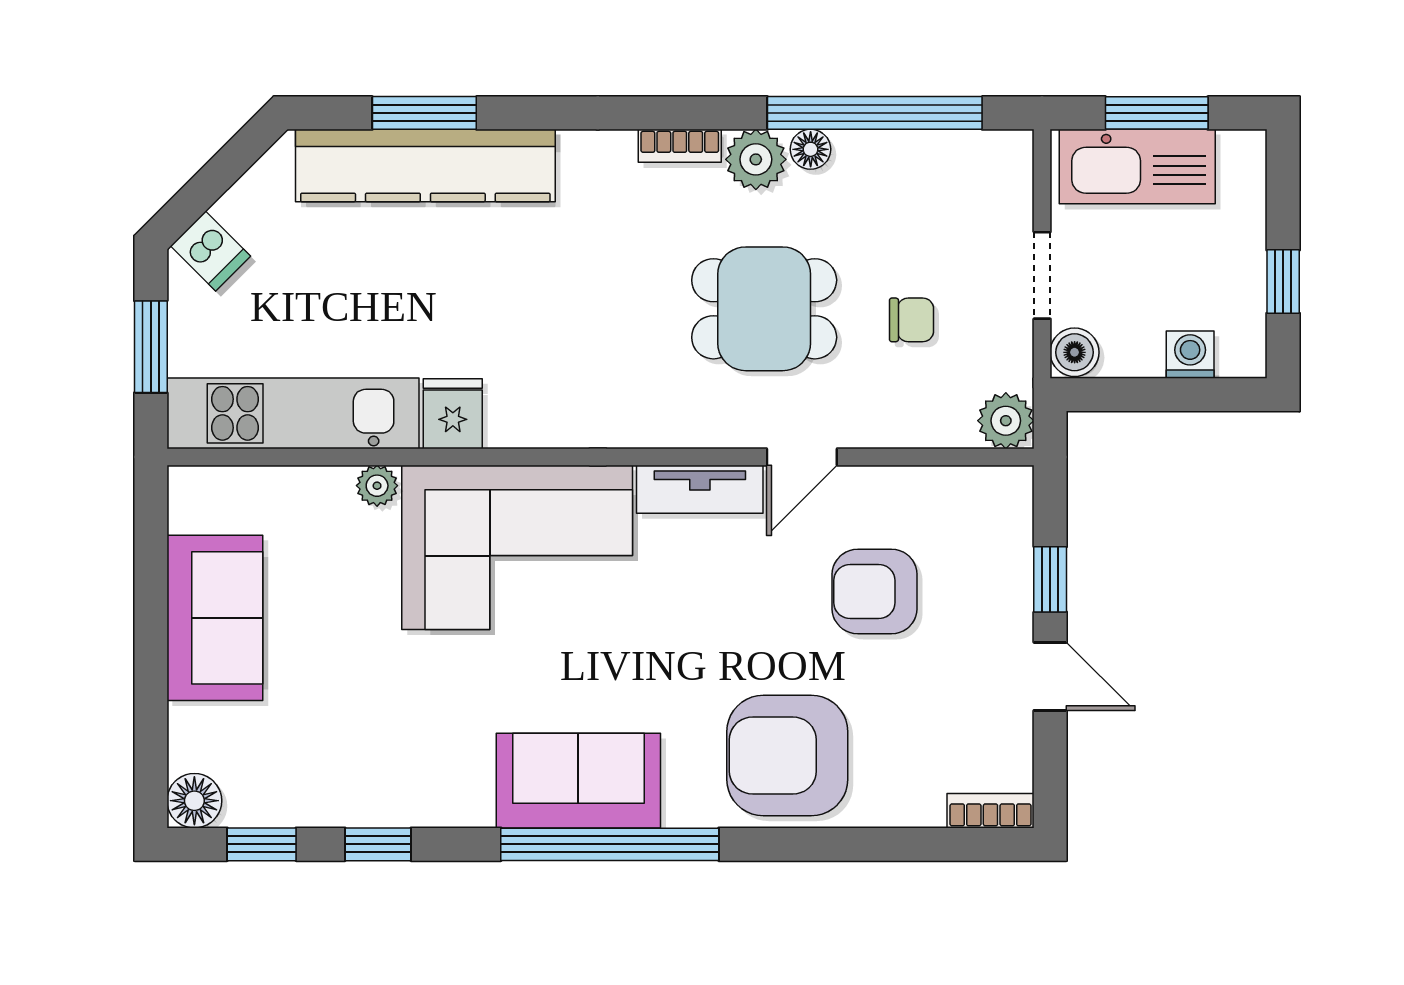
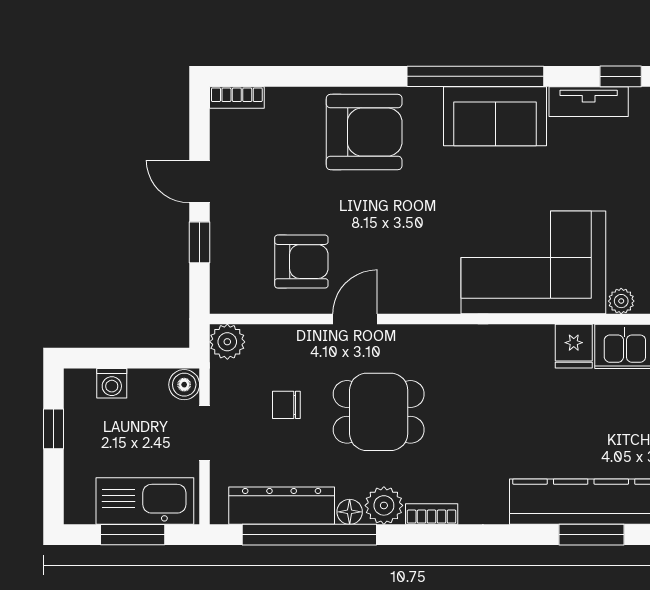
dresser: (919, 159) -> (282, 506), added
tv unit: (700, 489) -> (589, 102), moved, turned 180
armchair: (875, 592) -> (301, 262), moved

